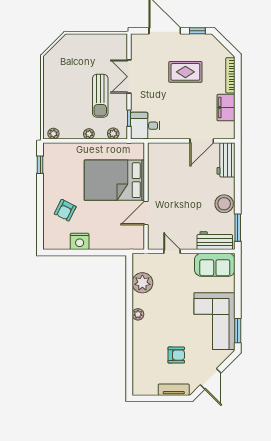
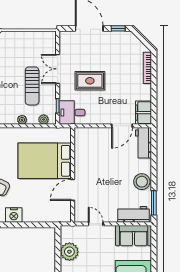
rug: (185, 72) -> (90, 81), moved
filing cabinet: (226, 108) -> (143, 113), moved

